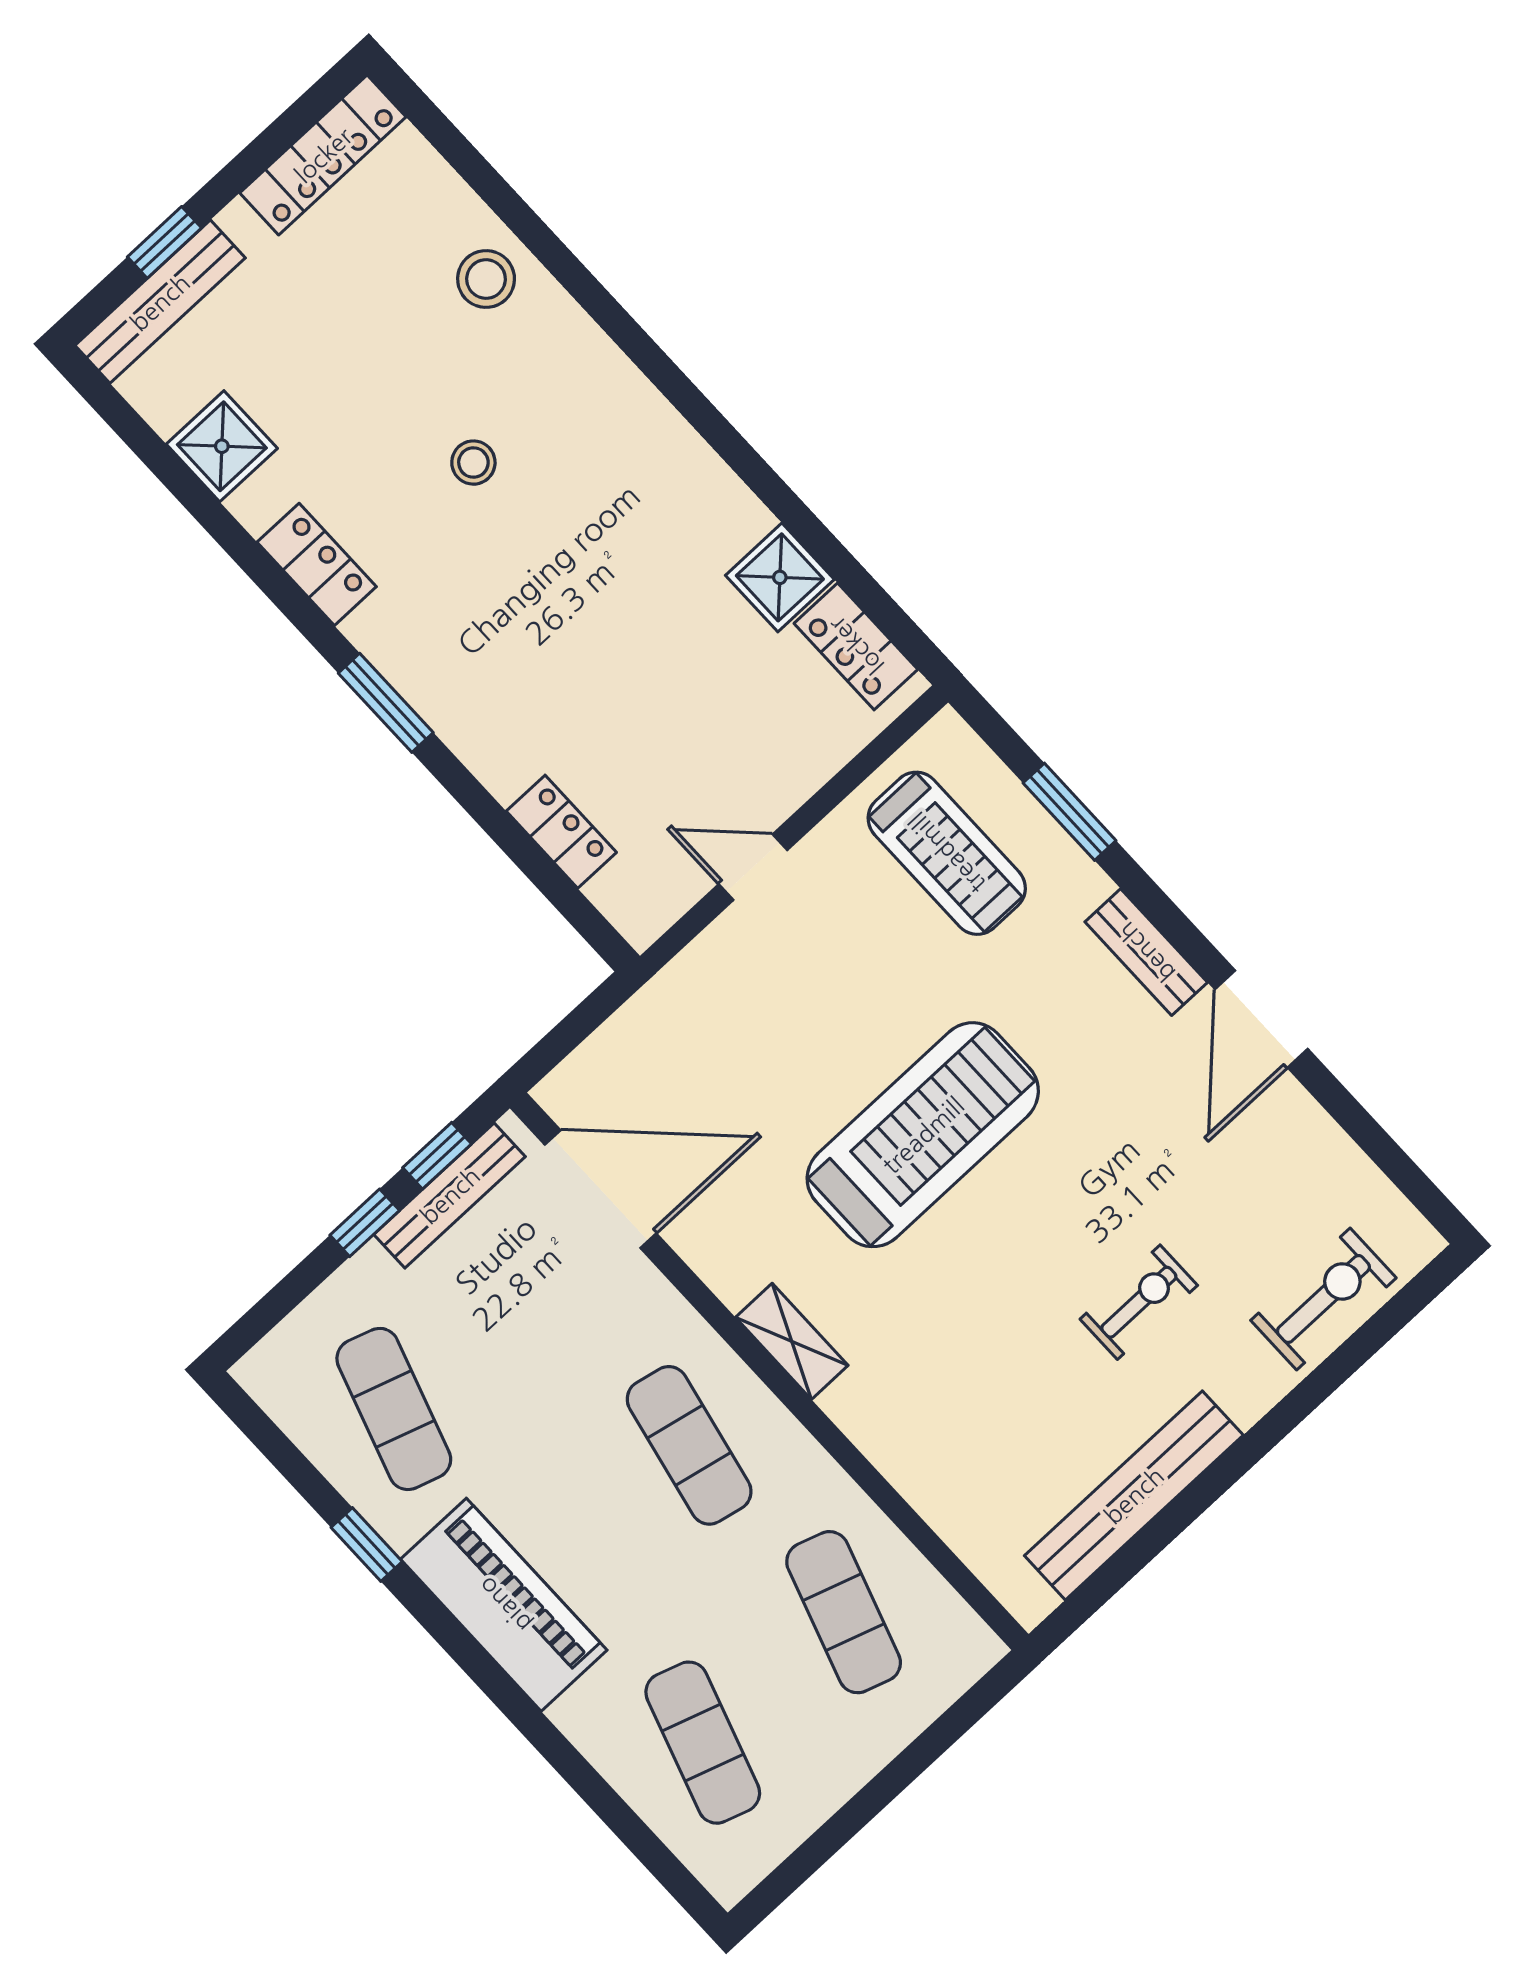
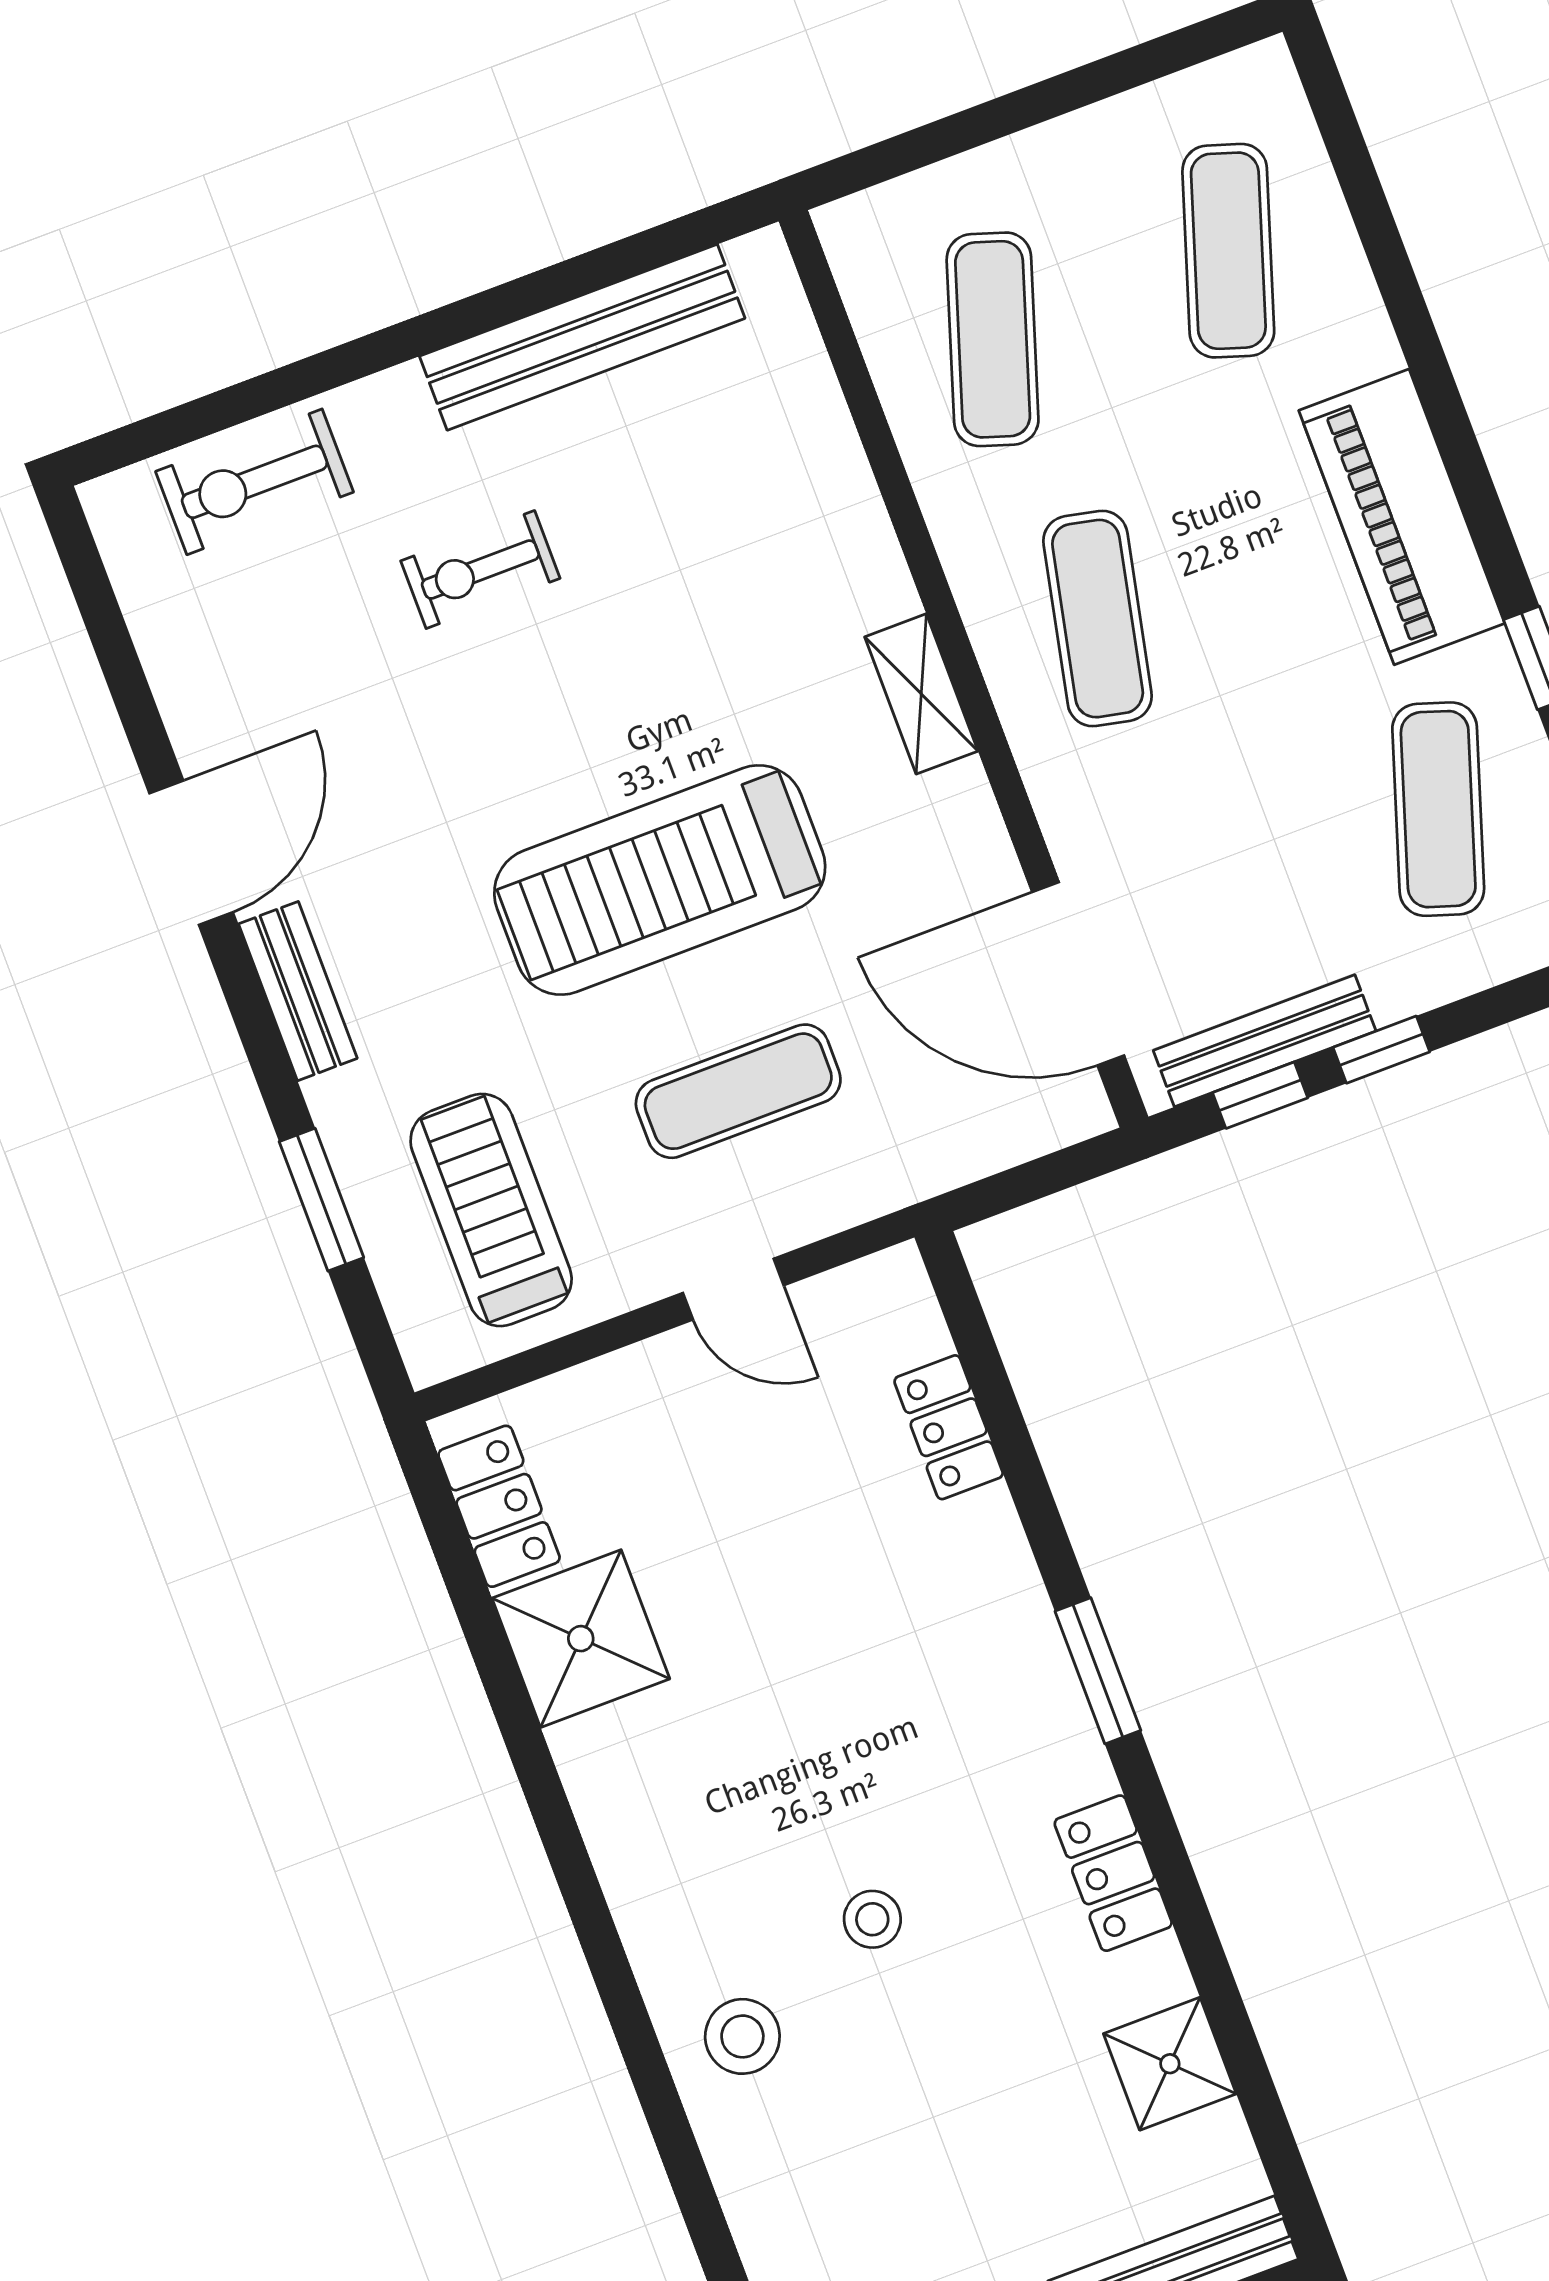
stool: (486, 279) -> (742, 2036), moved
shower: (780, 577) -> (581, 1639), width x1.36, depth x1.36
exercise mat: (807, 1008) -> (738, 1091), added

